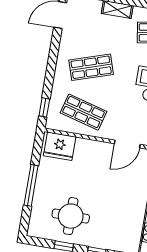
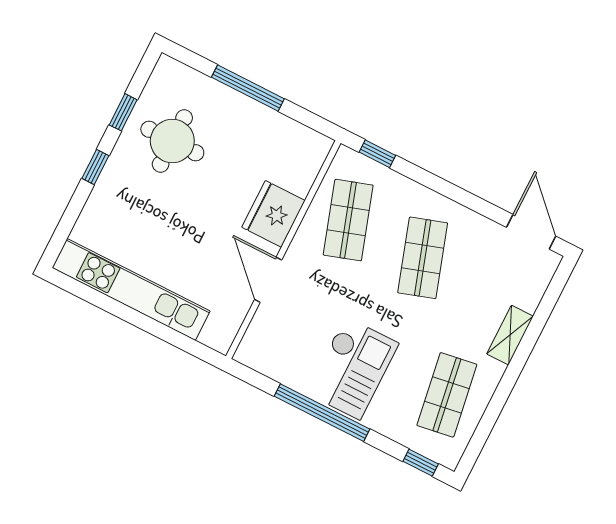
shop shelf: (83, 112) -> (348, 220), turned -33
fridge: (60, 146) -> (273, 214), moved

